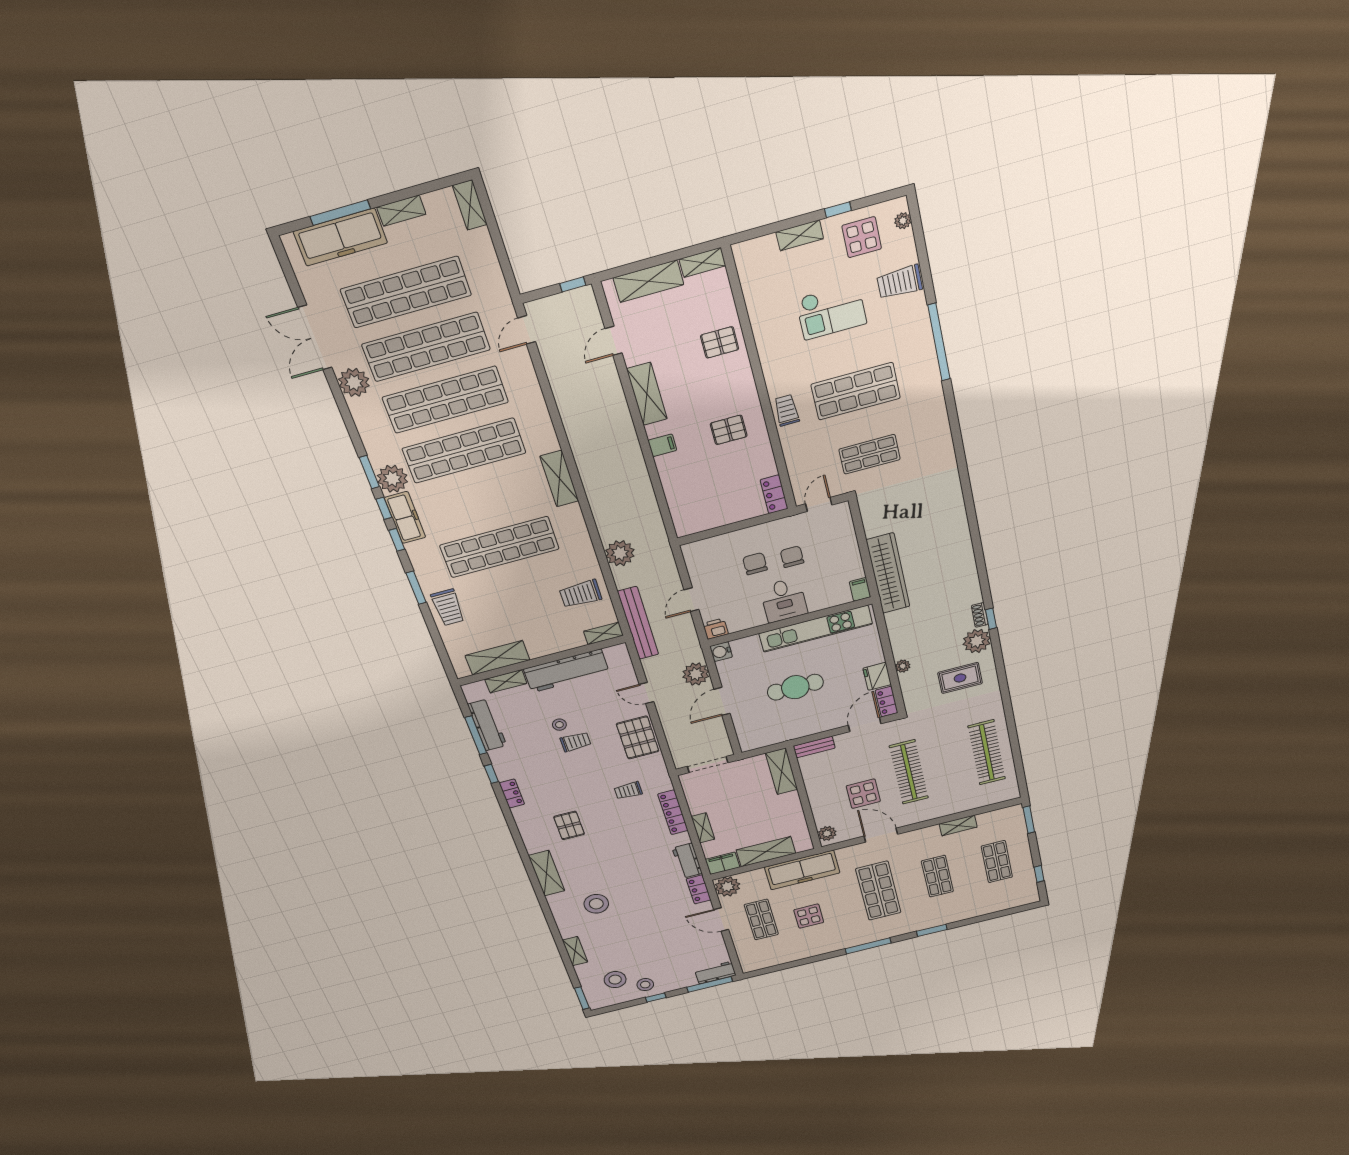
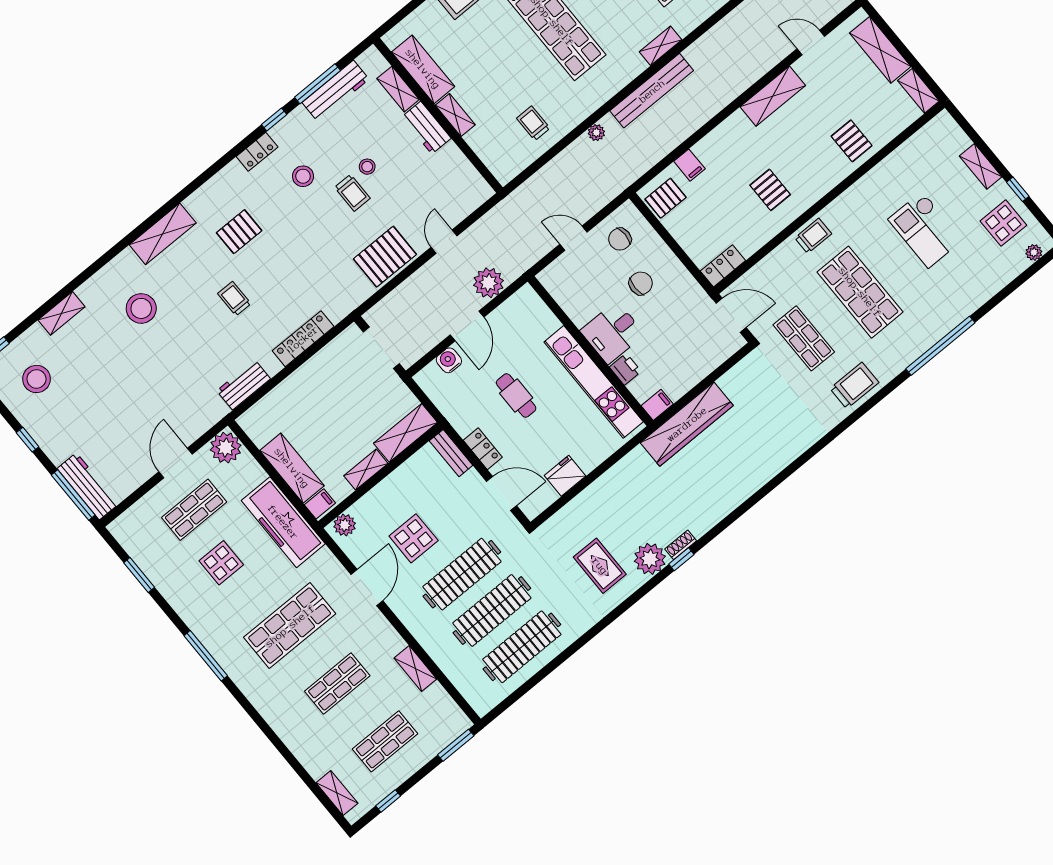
trolley: (900, 282) -> (854, 386), moved, turned 90
filing cabinet: (662, 445) -> (689, 165), moved
shelving: (559, 479) -> (661, 46), width x0.67, depth x0.75
door: (819, 504) -> (731, 315), width x1.38
pallet: (694, 517) -> (666, 198), added
plant: (620, 553) -> (596, 133), width x0.53, depth x0.53
chair: (792, 557) -> (620, 239), moved, turned 180
trolley: (581, 594) -> (533, 123), width x0.73, depth x0.72
bench: (638, 623) -> (652, 91), moved
printer: (716, 629) -> (625, 369), moved
shelving: (603, 633) -> (455, 115), moved
water cooler: (721, 652) -> (449, 360), moved
plant: (903, 666) -> (588, 497), removed
workbench: (566, 671) -> (426, 128), width x0.53, depth x0.76
cafe table: (795, 687) -> (516, 395), width x0.73, depth x0.74
door: (722, 701) -> (467, 326), swing flipped
locker: (887, 702) -> (483, 449), moved, turned 90
clothes rail: (948, 762) -> (492, 610), added
trolley: (628, 791) -> (234, 299), moved
shelving: (703, 828) -> (366, 470), moved
filing cabinet: (723, 863) -> (320, 504), moved, width x0.50
locker: (699, 889) -> (209, 416), removed
shelving: (1013, 902) -> (337, 793), added
window: (932, 930) -> (139, 575), moved
workbench: (715, 973) -> (88, 486), width x1.38
stool: (645, 985) -> (303, 176), moved

